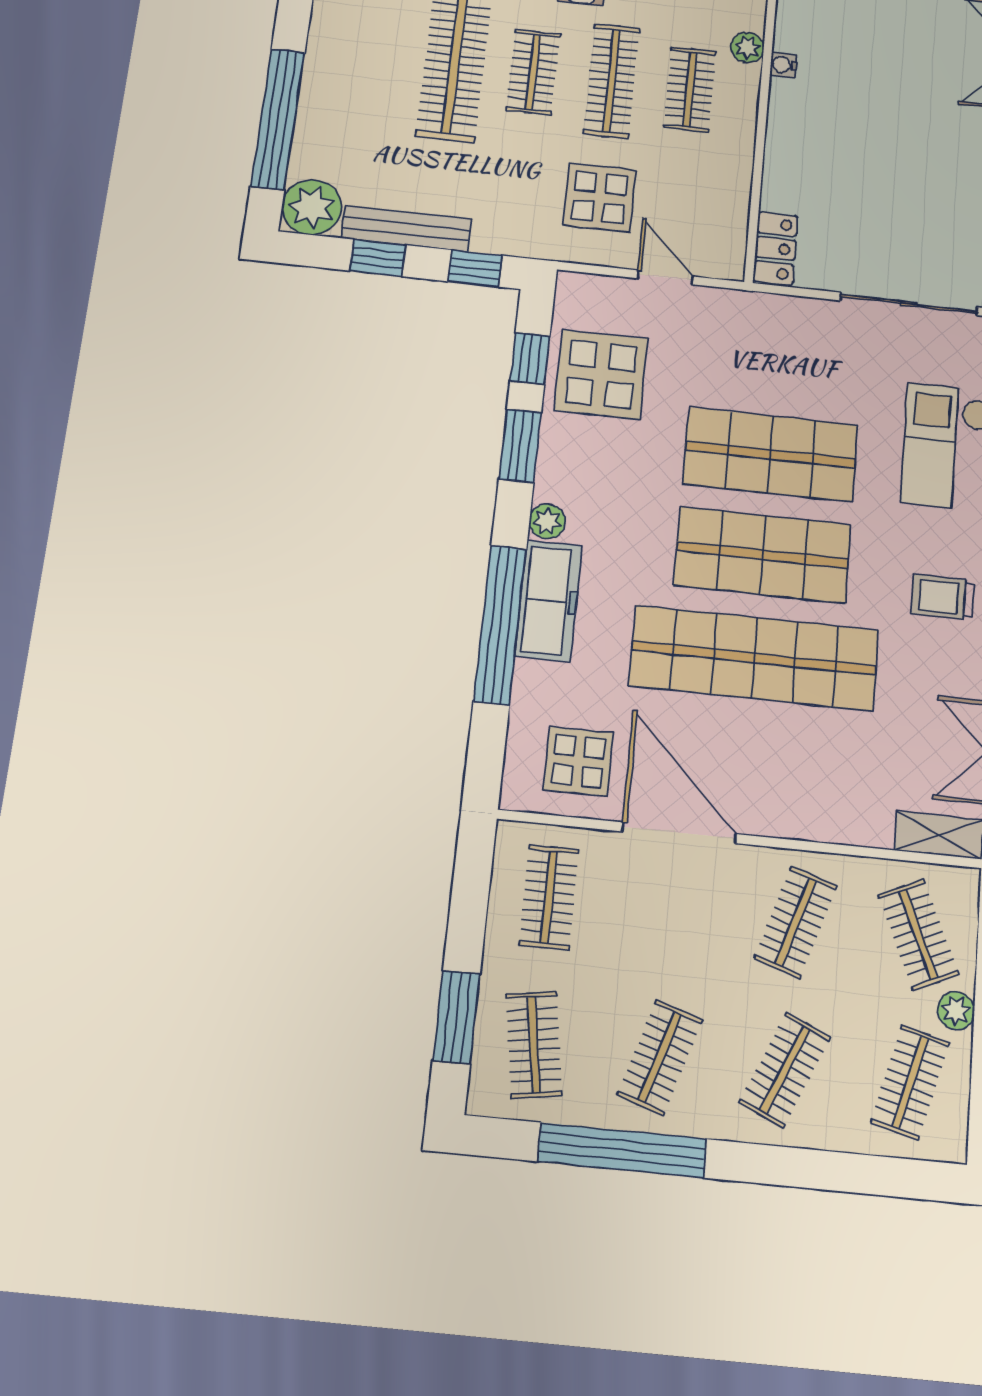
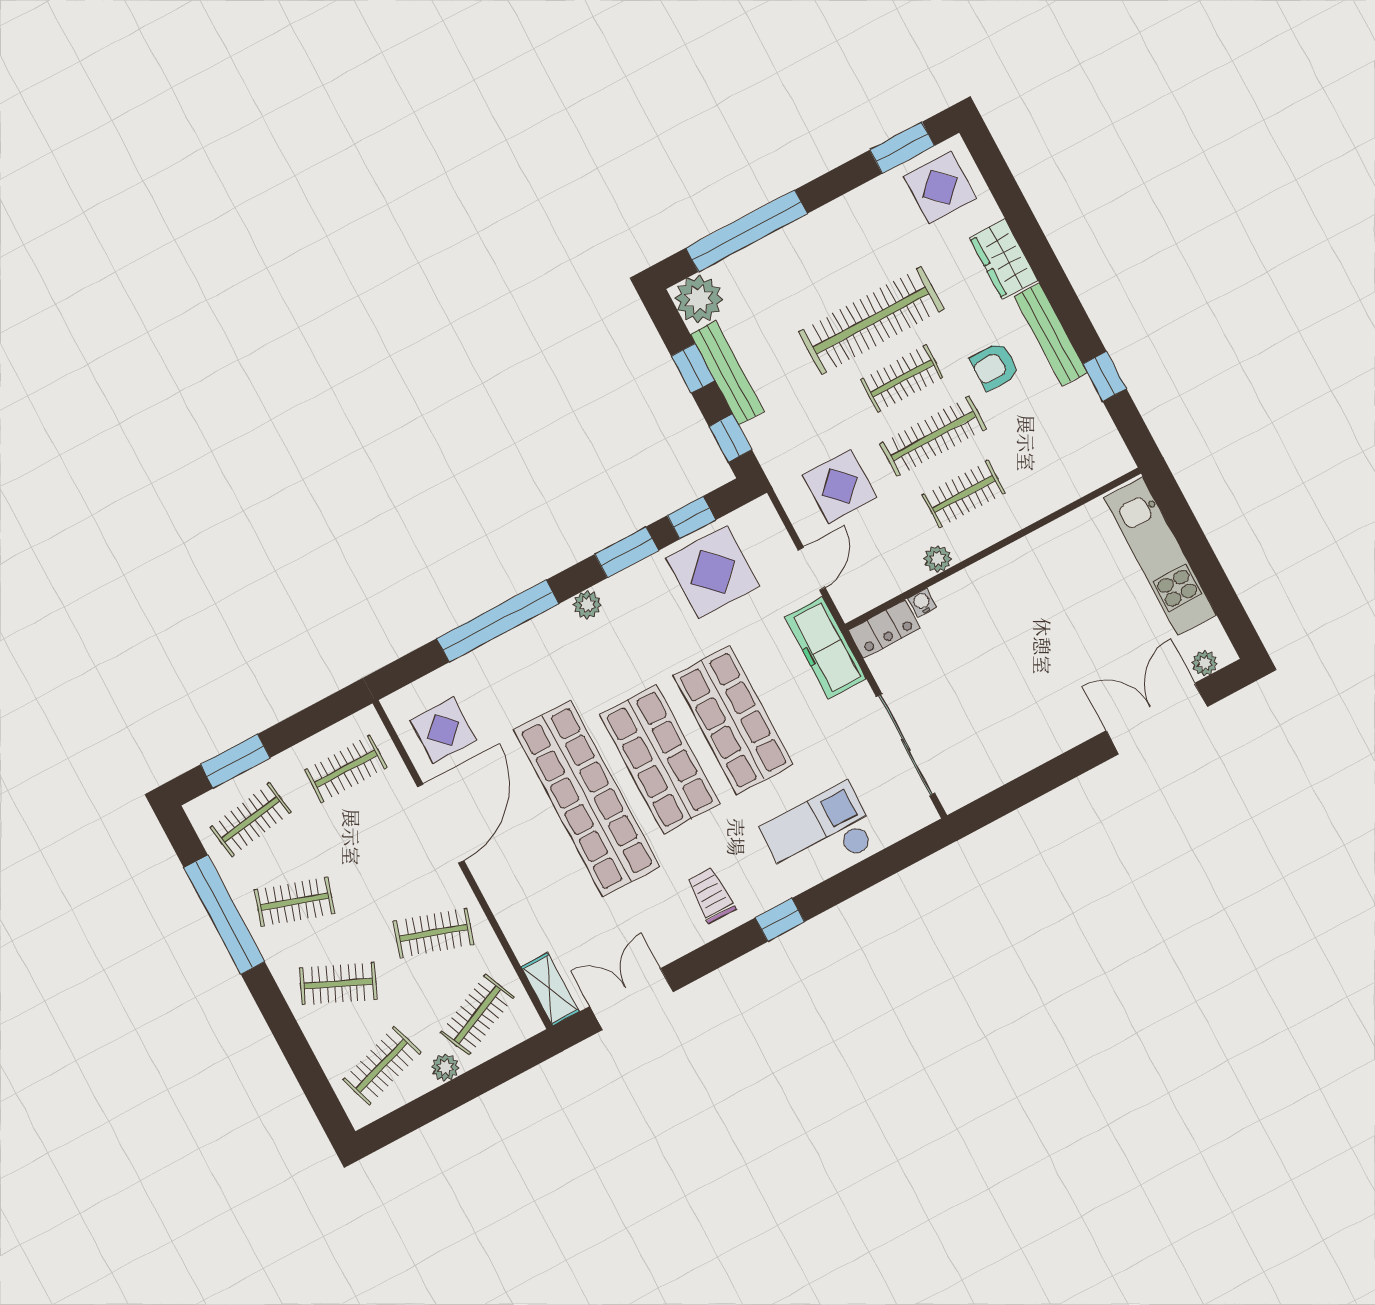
plant: (747, 48) -> (938, 559), moved
water cooler: (783, 65) -> (922, 603), moved
freezer: (549, 601) -> (826, 648), moved, turned 90
clothes rail: (910, 1082) -> (382, 1066), turned -33

